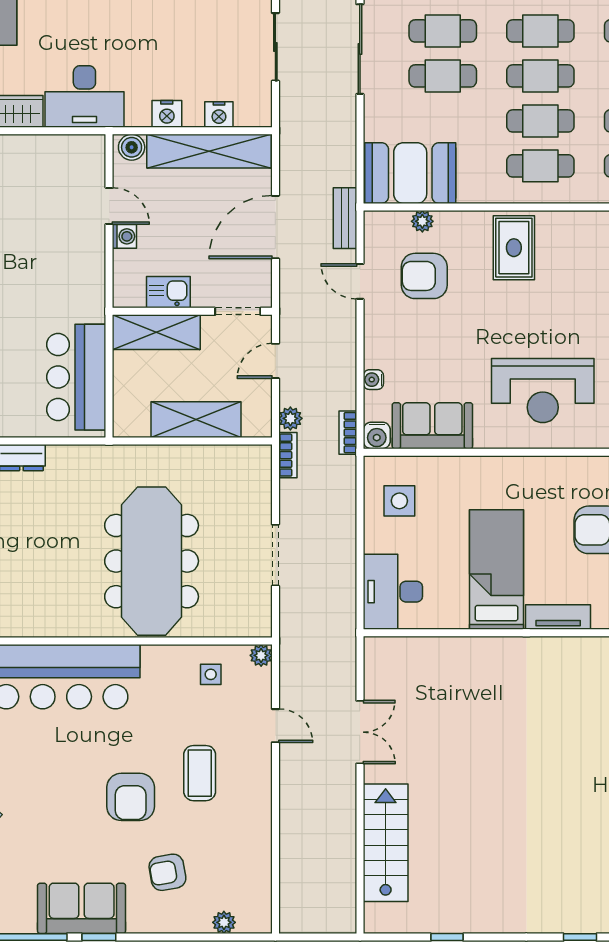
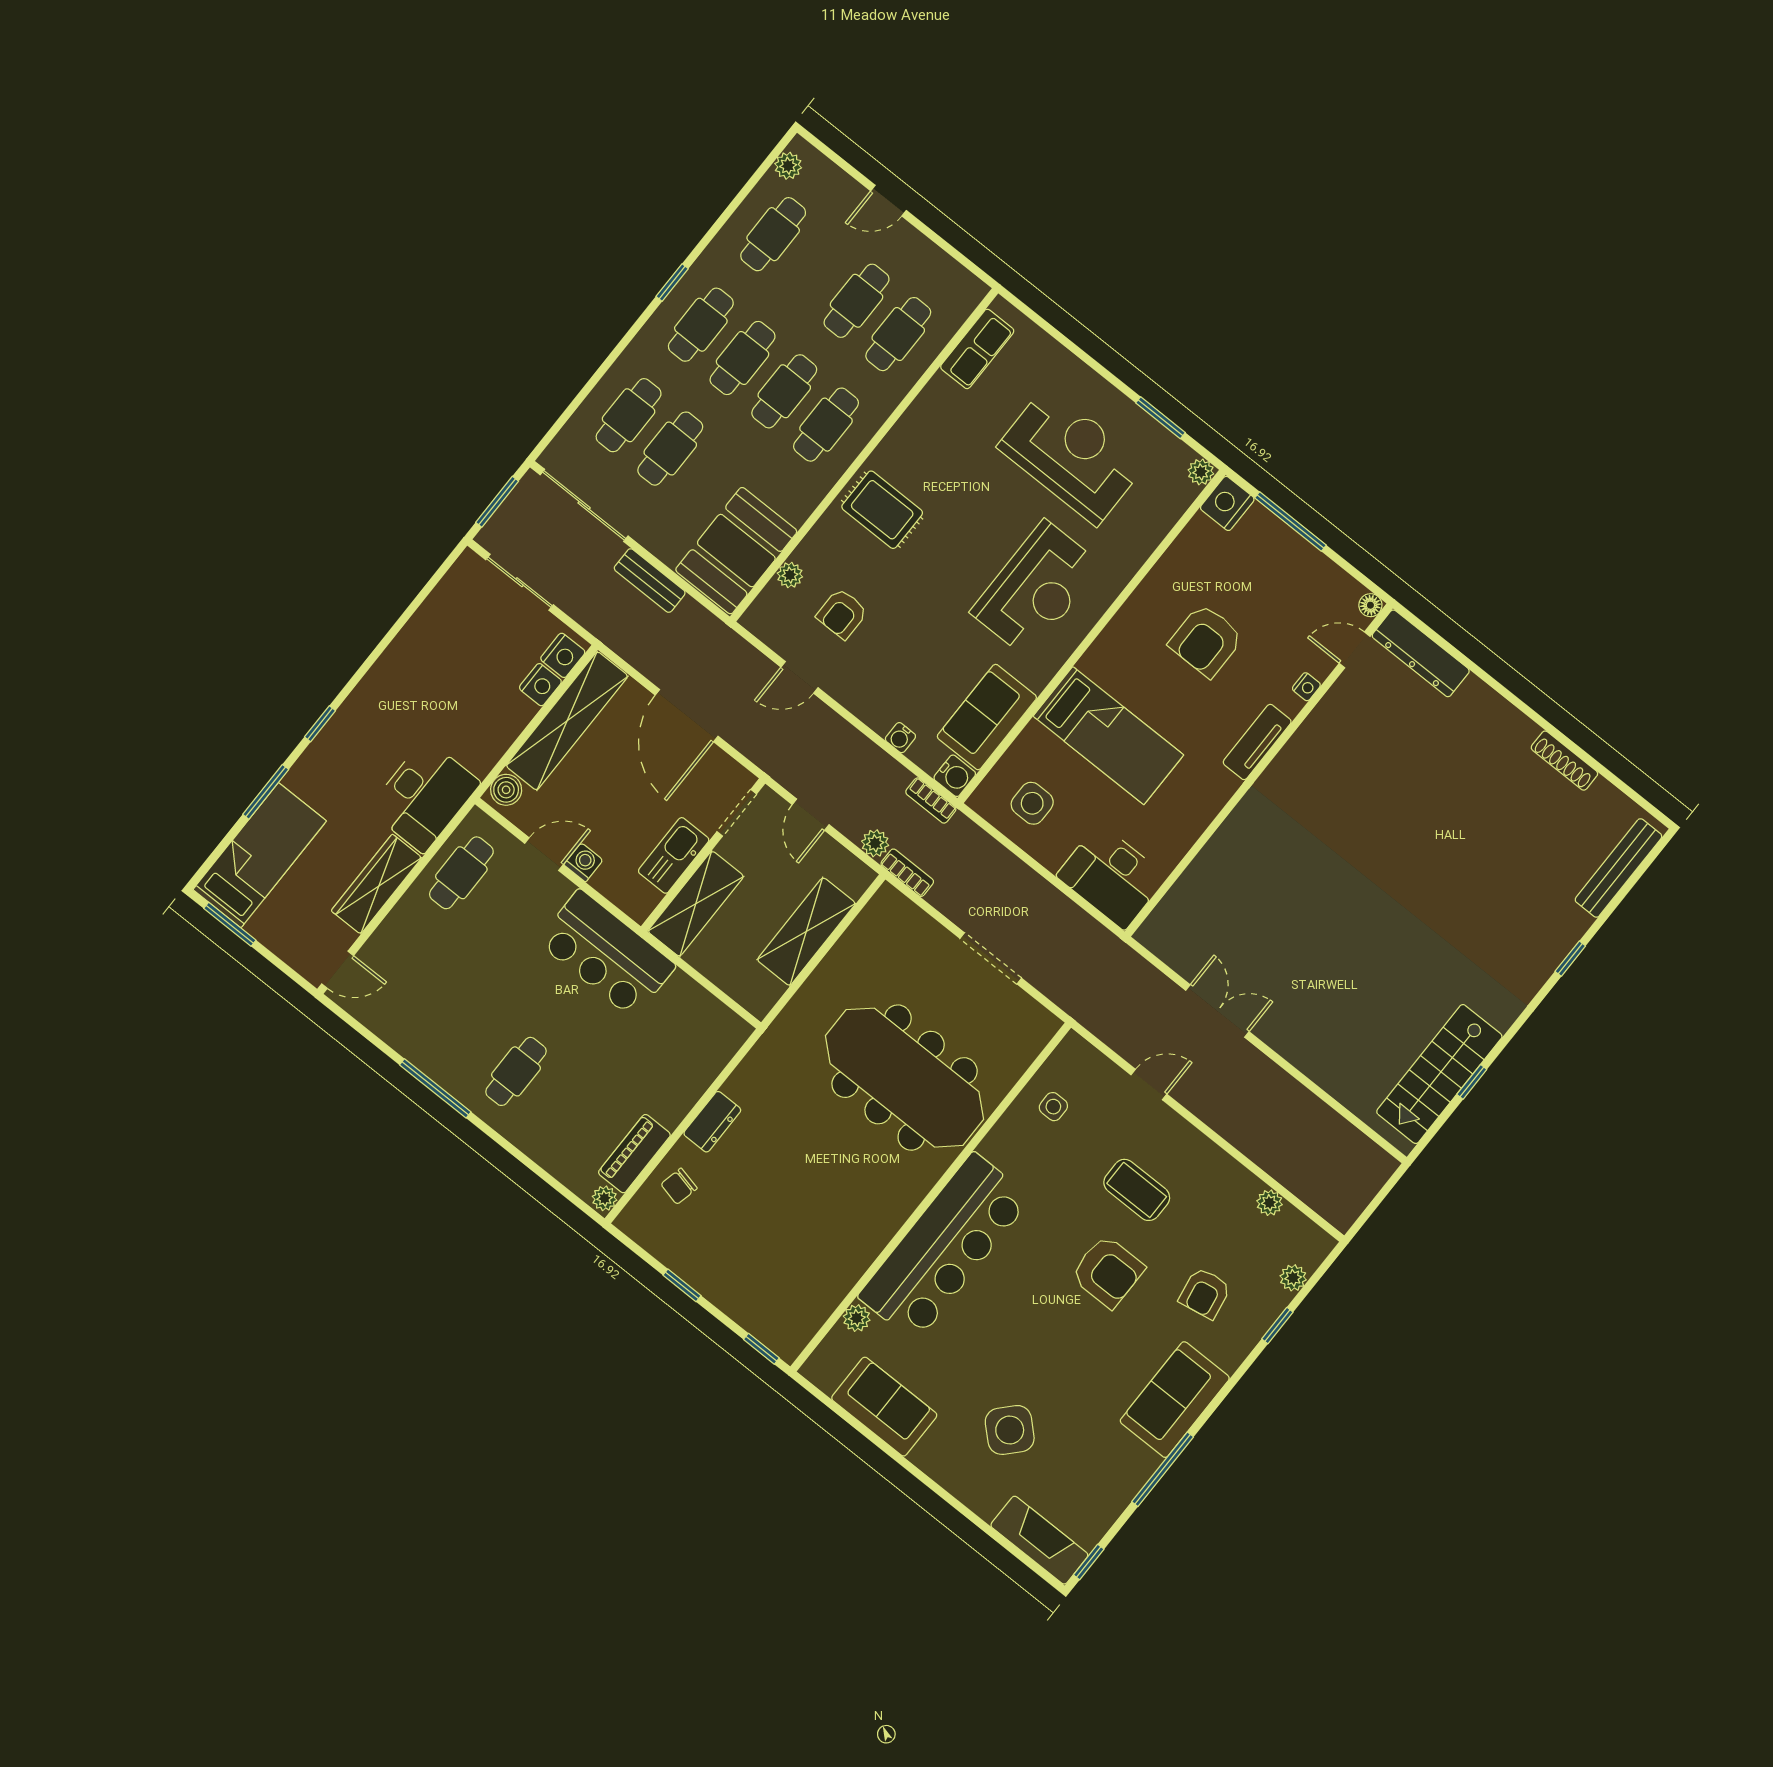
nightstand: (167, 114) -> (563, 655), moved
cafe table: (53, 161) -> (461, 873), added
bench: (345, 218) -> (650, 581), moved
armchair: (424, 276) -> (842, 614), width x0.72, depth x0.72
kitchen sink: (168, 292) -> (674, 855), width x1.38
bar counter: (76, 377) -> (606, 954), moved
bed: (496, 569) -> (1108, 736), moved, turned 180
plant: (261, 655) -> (1269, 1203), moved
stairs: (386, 843) -> (1439, 1074), moved, turned -90
window: (99, 937) -> (1277, 1325), moved

